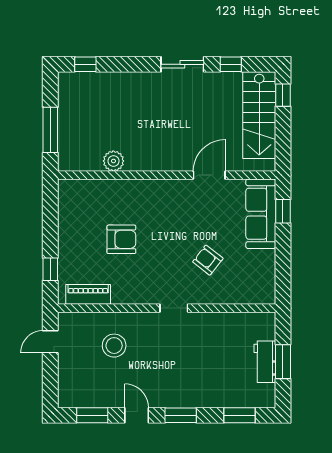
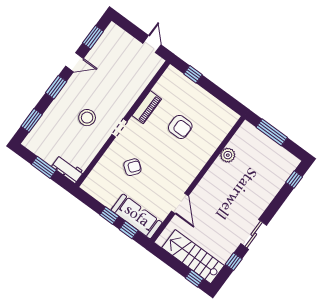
armchair: (121, 239) -> (180, 127), turned -90
window: (283, 246) -> (109, 216), added
piano: (88, 294) -> (147, 107), moved
stool: (114, 346) -> (87, 118), moved
workbench: (265, 362) -> (68, 169), moved

